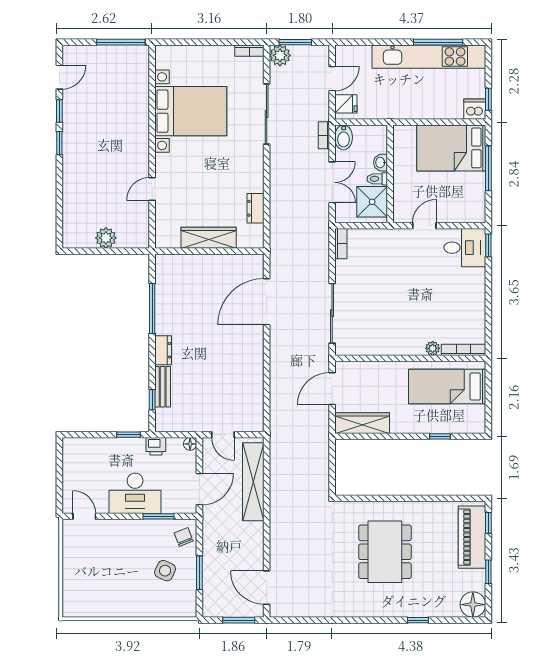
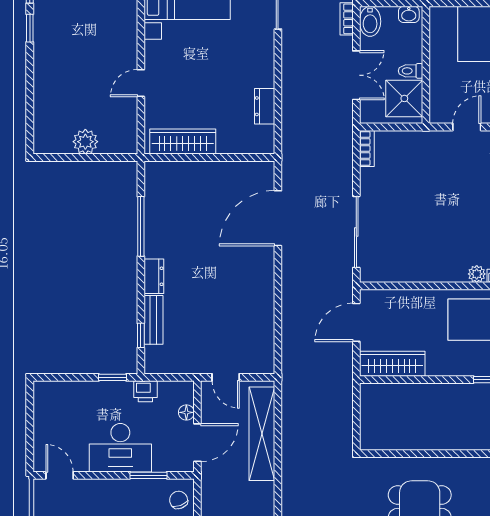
washbasin: (381, 163) -> (409, 14), moved, turned -90
wardrobe: (209, 238) -> (183, 142), moved
floor lamp: (190, 444) -> (186, 412), moved

